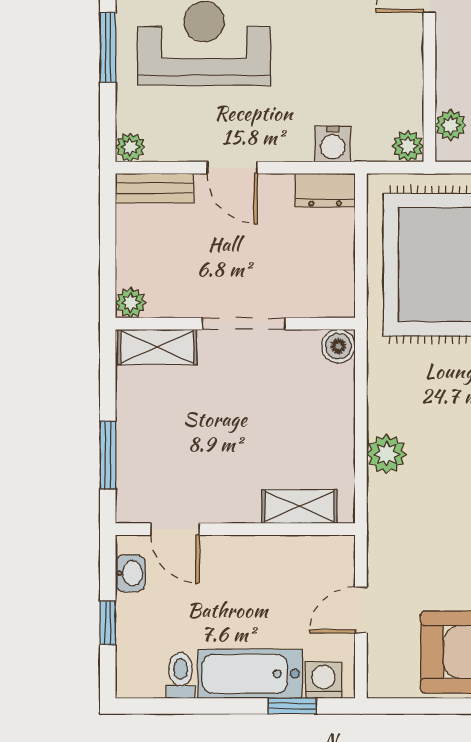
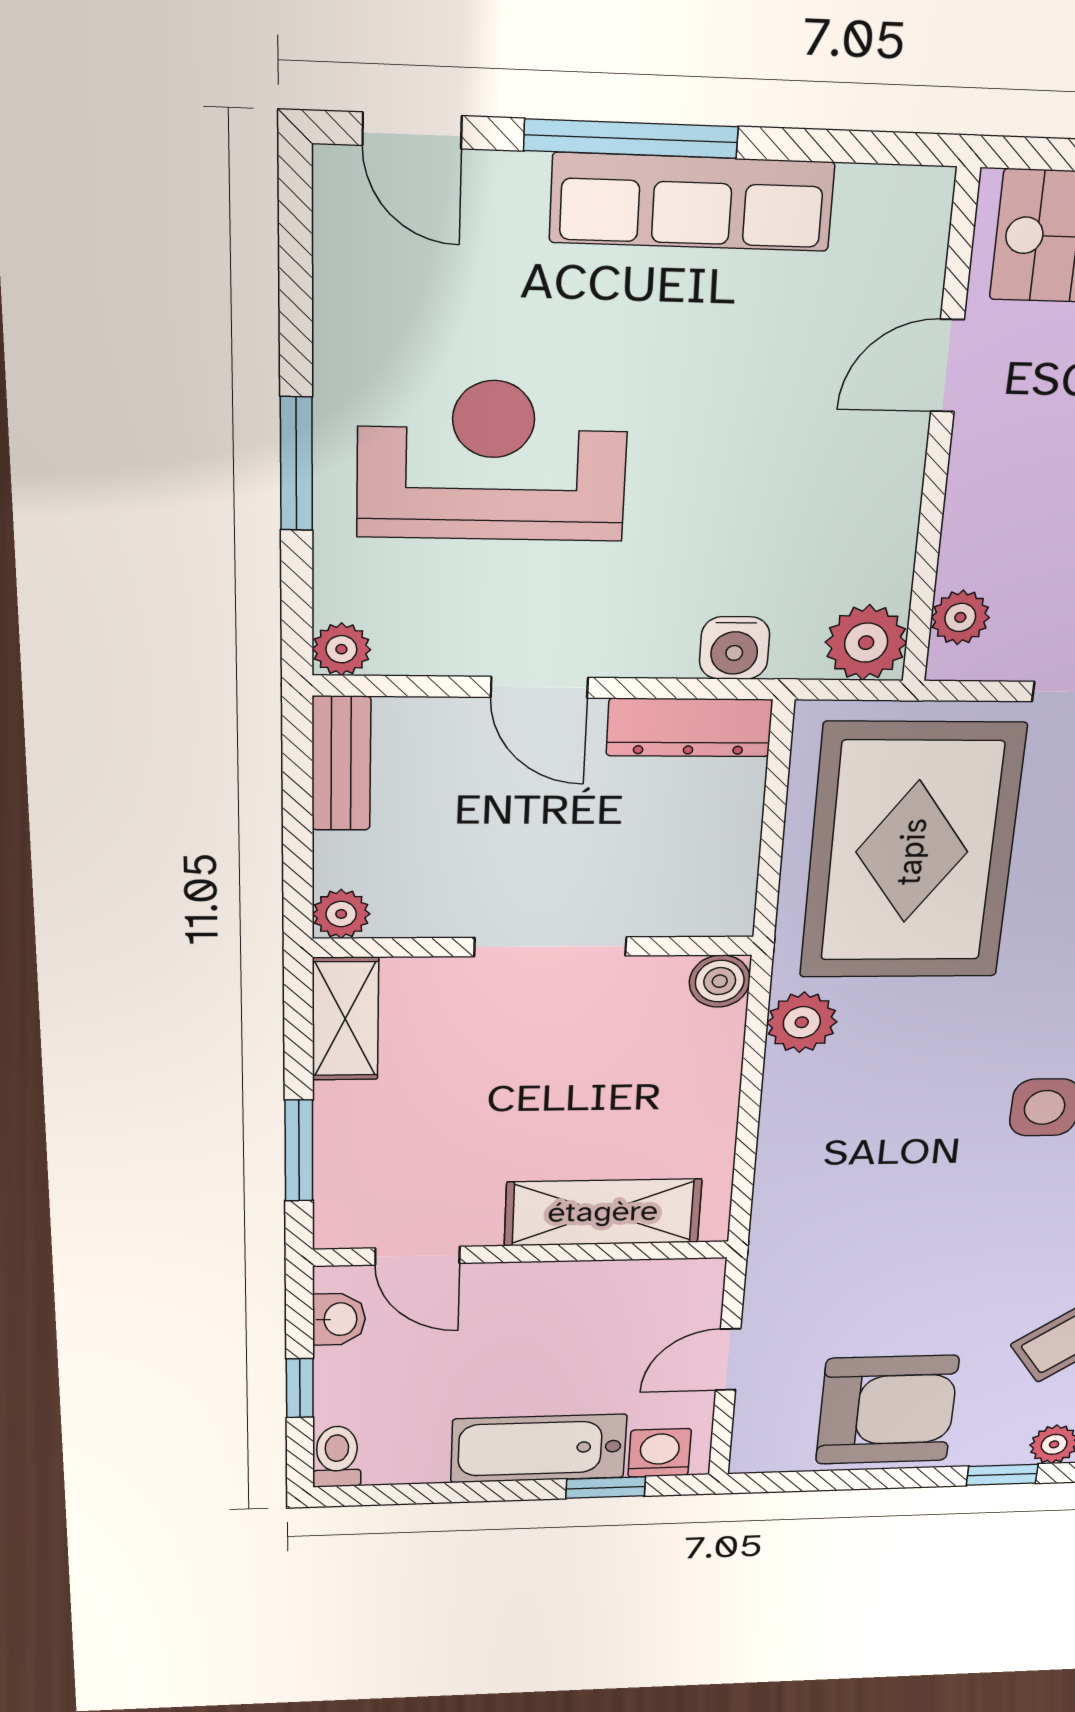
plant: (408, 146) -> (866, 643), width x1.38, depth x1.38
bench: (155, 188) -> (341, 764), moved, turned 90
dresser: (325, 190) -> (690, 728), width x1.44
shelving: (157, 347) -> (345, 1019), moved, turned 90
plant: (387, 454) -> (802, 1022), moved
shelving: (299, 507) -> (603, 1212), width x1.50, depth x1.33
toilet: (181, 675) -> (337, 1457), moved

